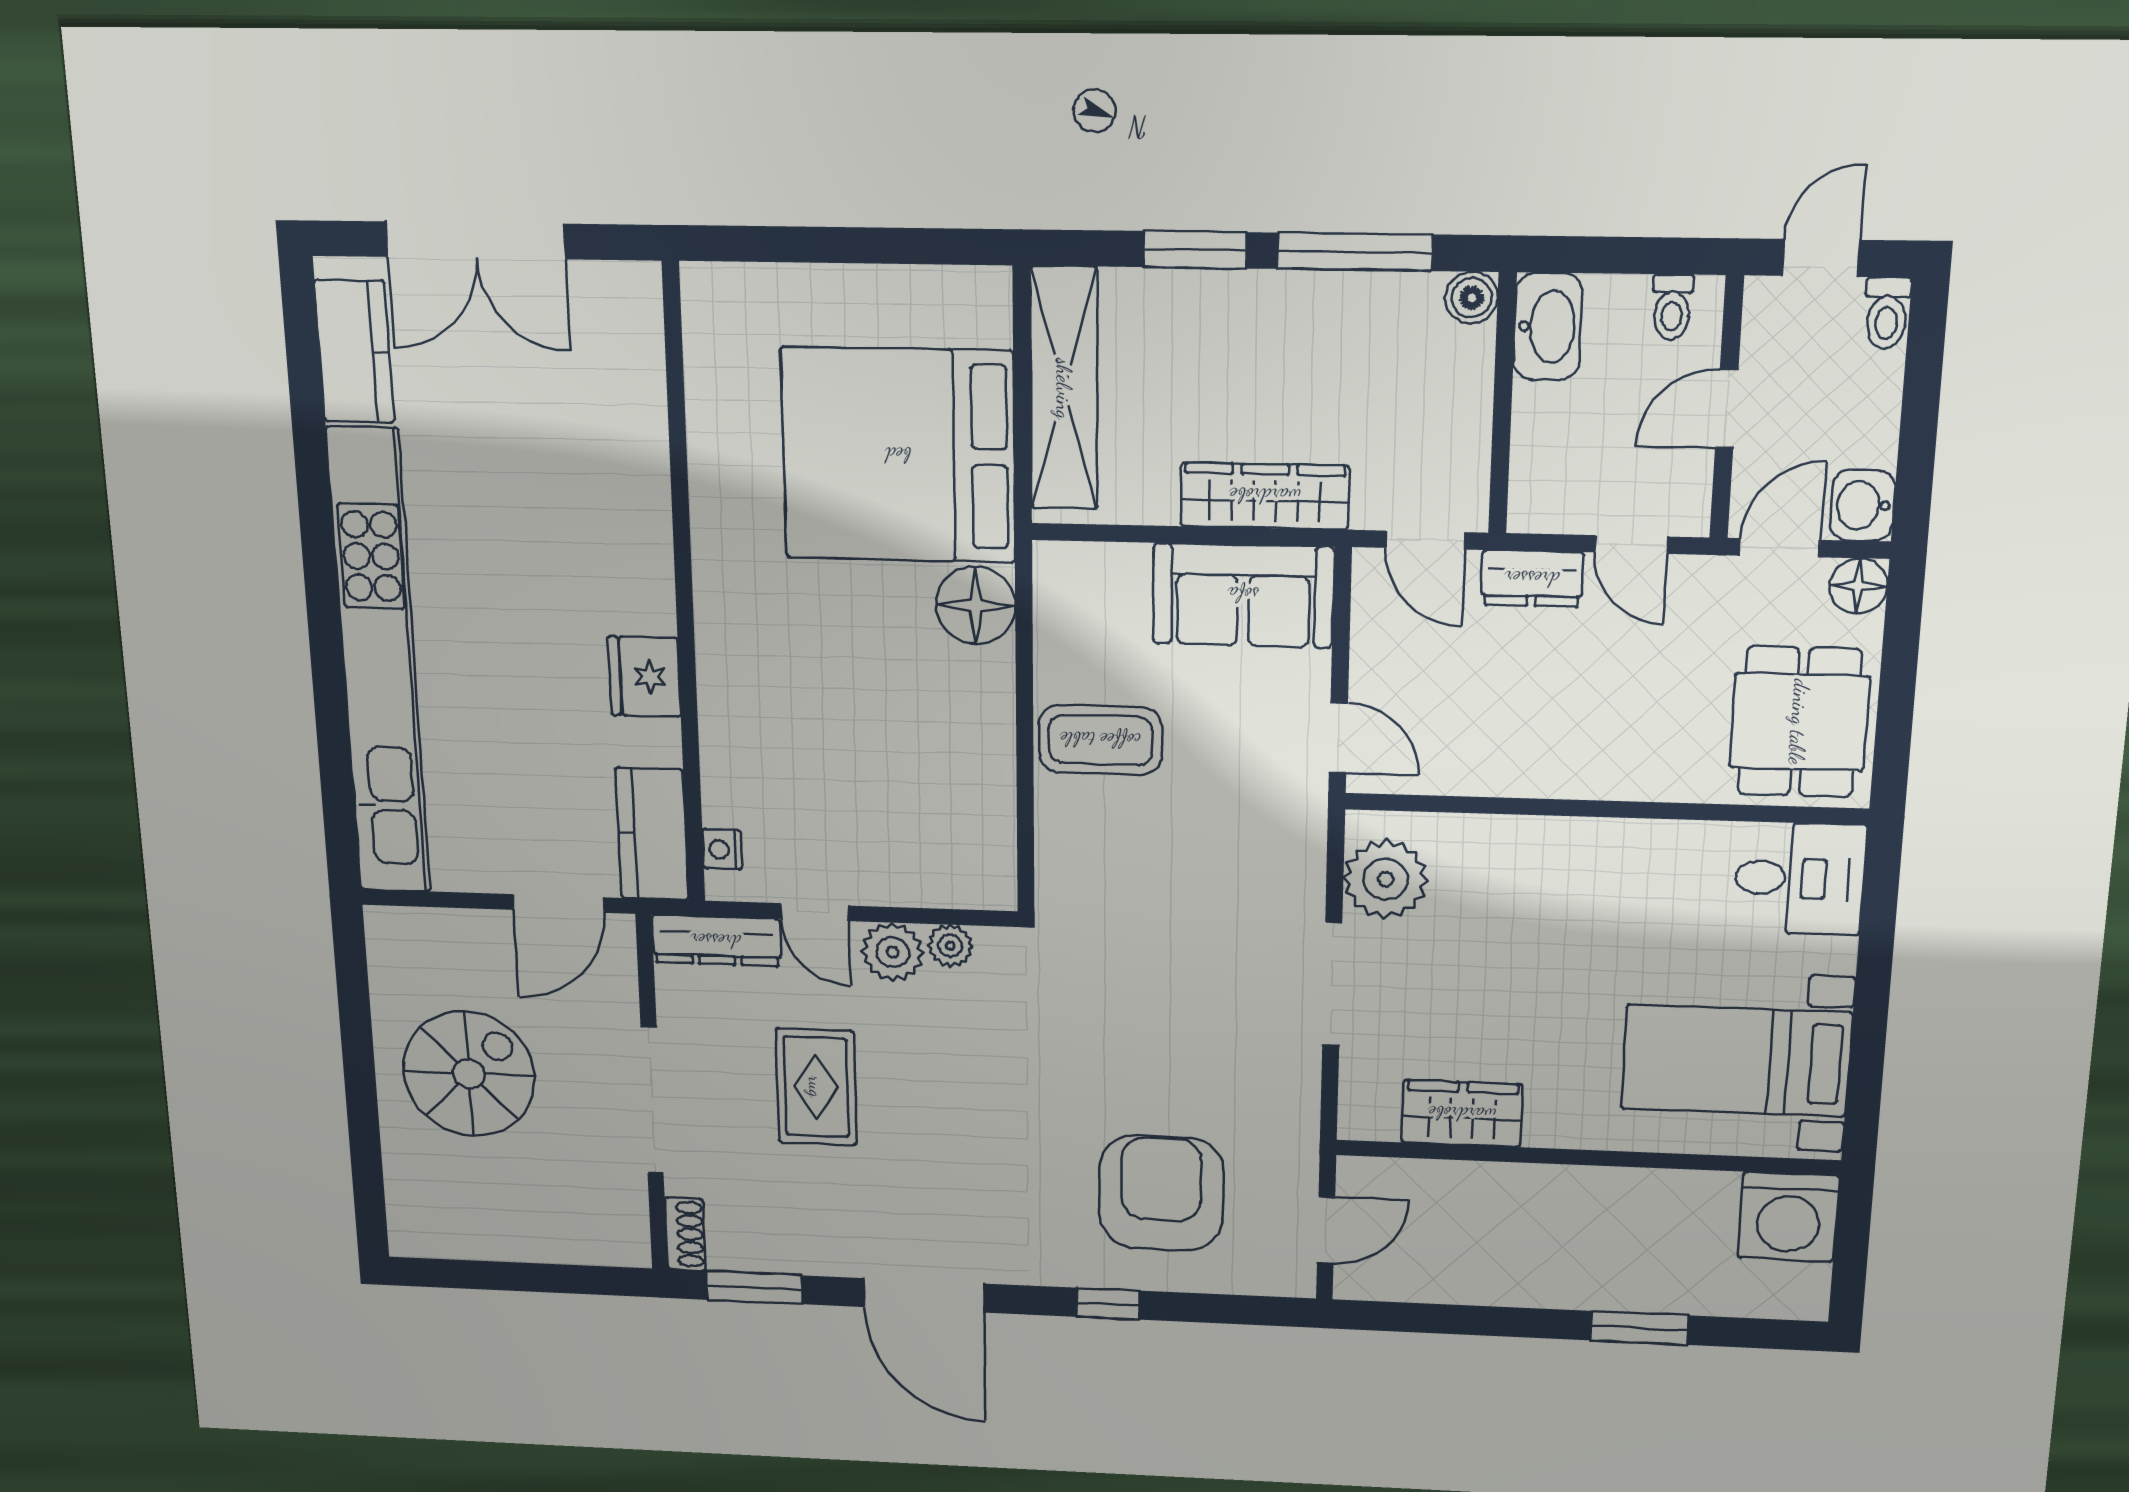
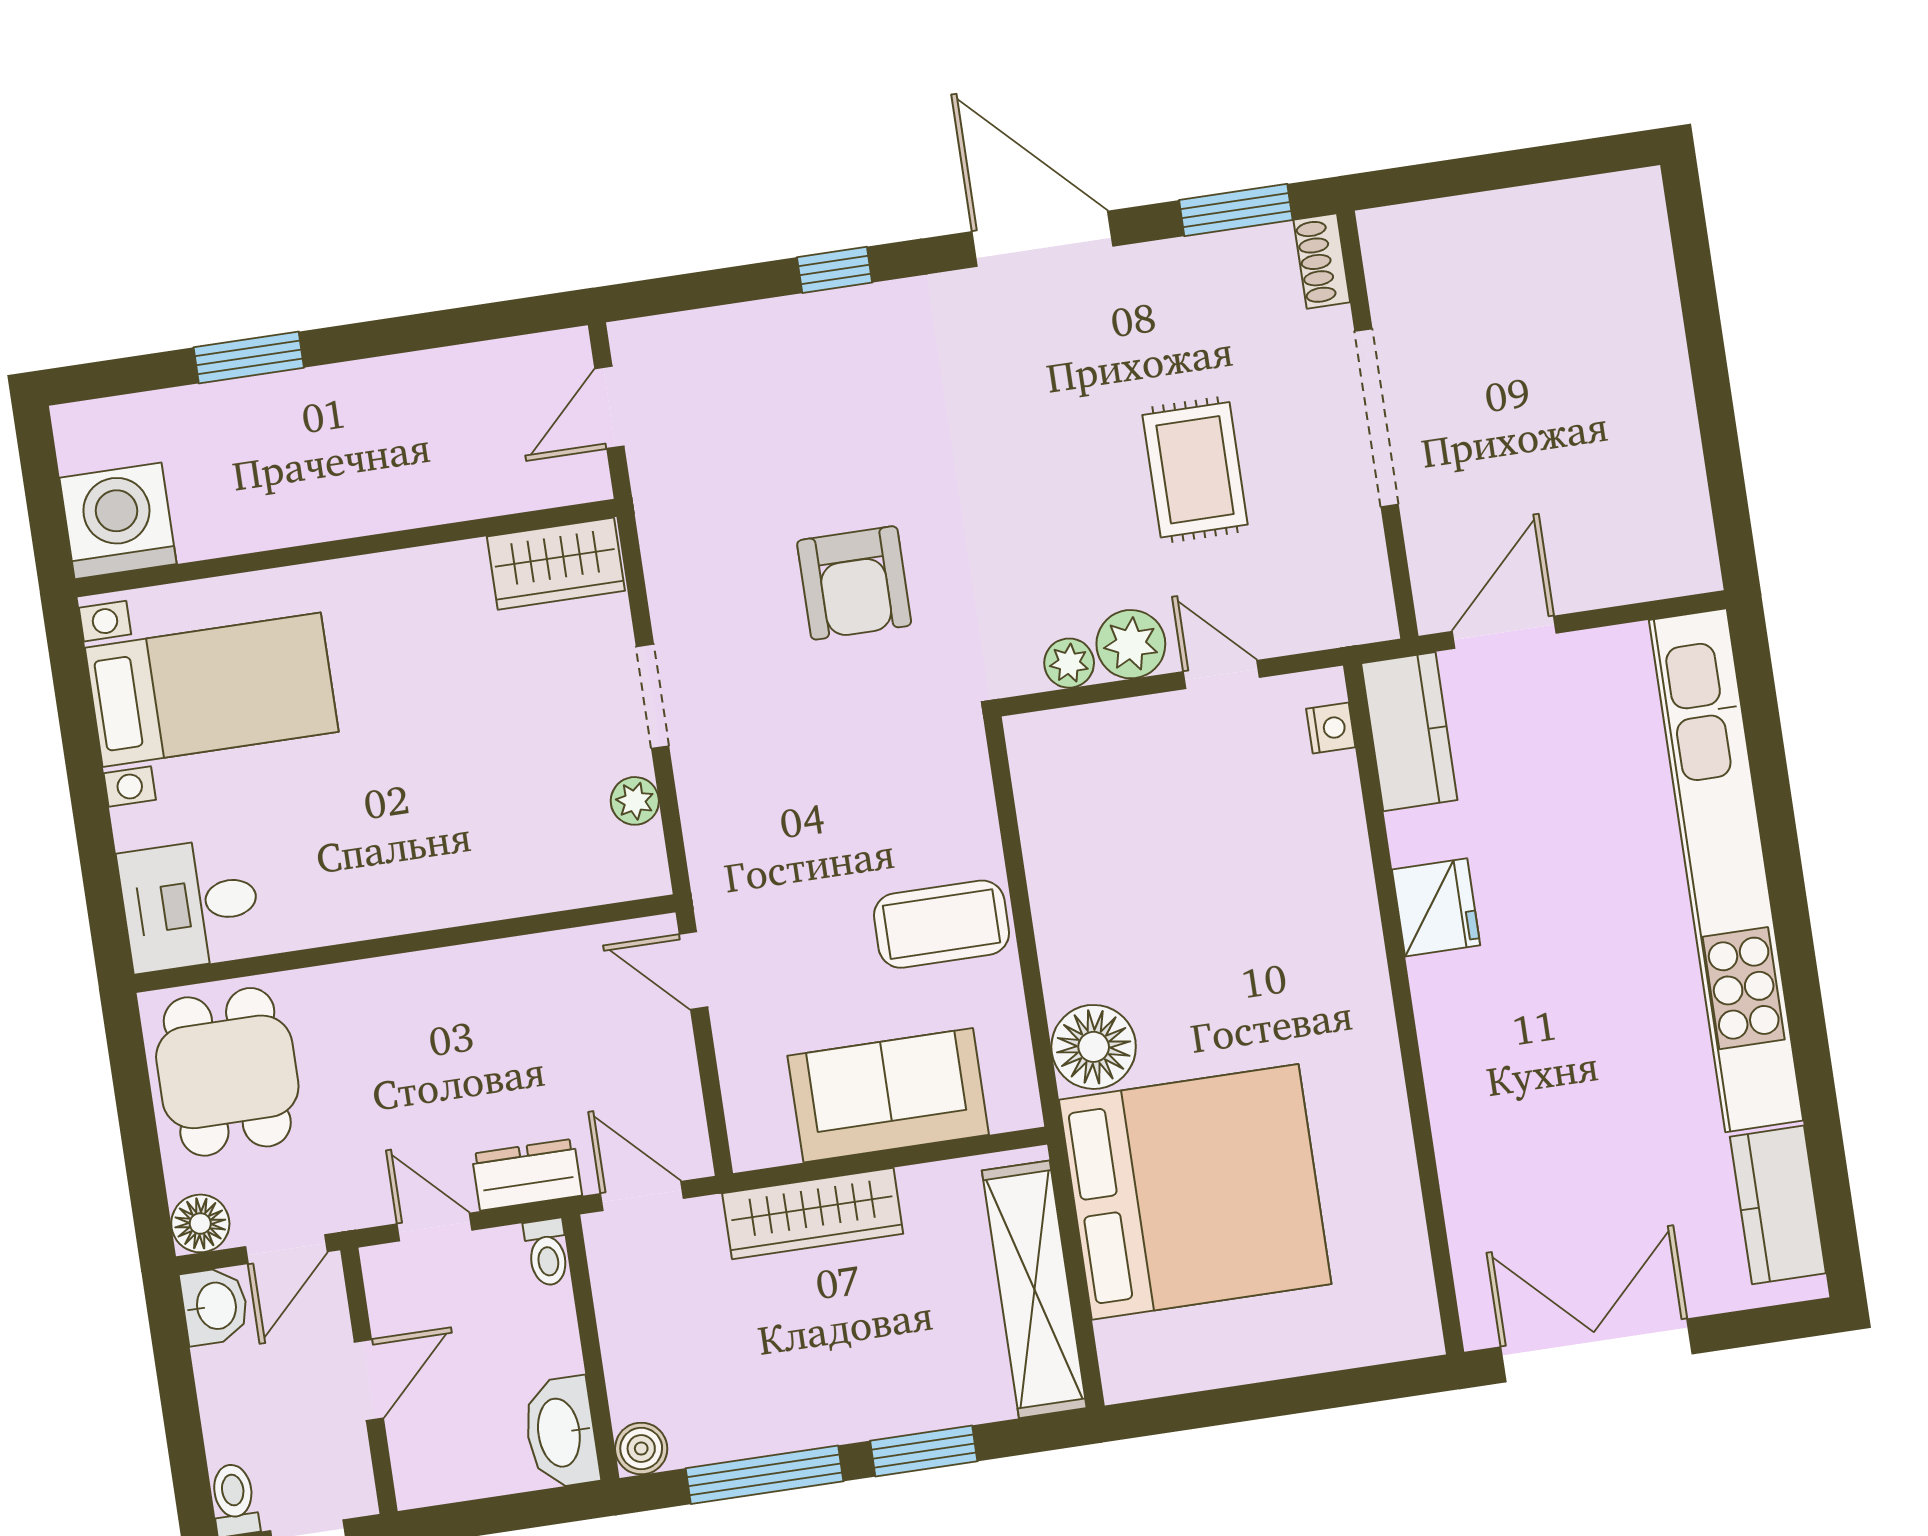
double door: (475, 240) -> (1596, 1350), moved
toilet: (1672, 307) -> (547, 1252), moved, turned 180
sofa: (1243, 595) -> (888, 1095), moved
plant: (1386, 879) -> (635, 801), width x0.53, depth x0.53
dresser: (716, 941) -> (1325, 621), removed
doorway: (1332, 984) -> (653, 696), width x0.73
spiral stairs: (469, 1074) -> (1587, 410), removed
wardrobe: (1462, 1114) -> (556, 564), moved
armchair: (1161, 1193) -> (854, 583), moved, width x0.73, depth x0.73

